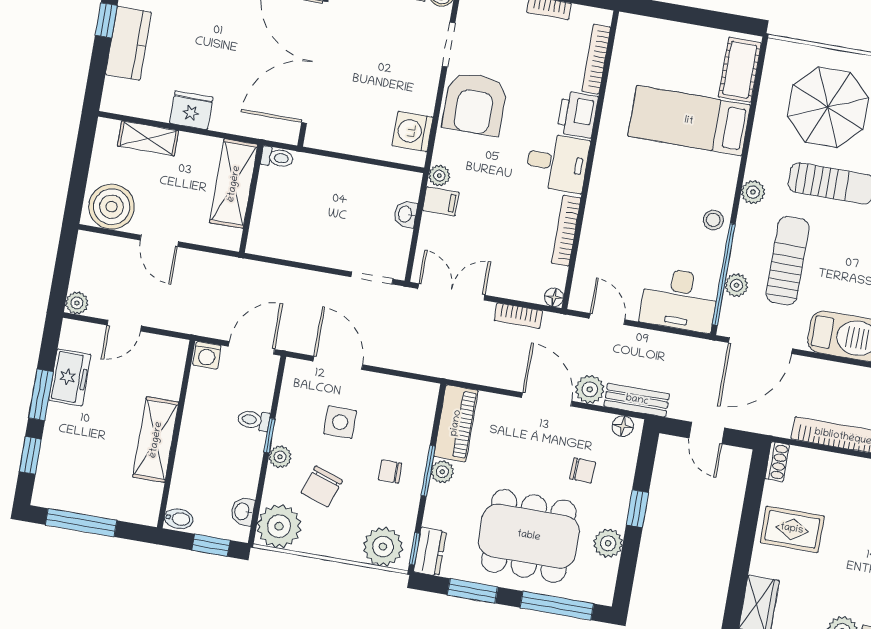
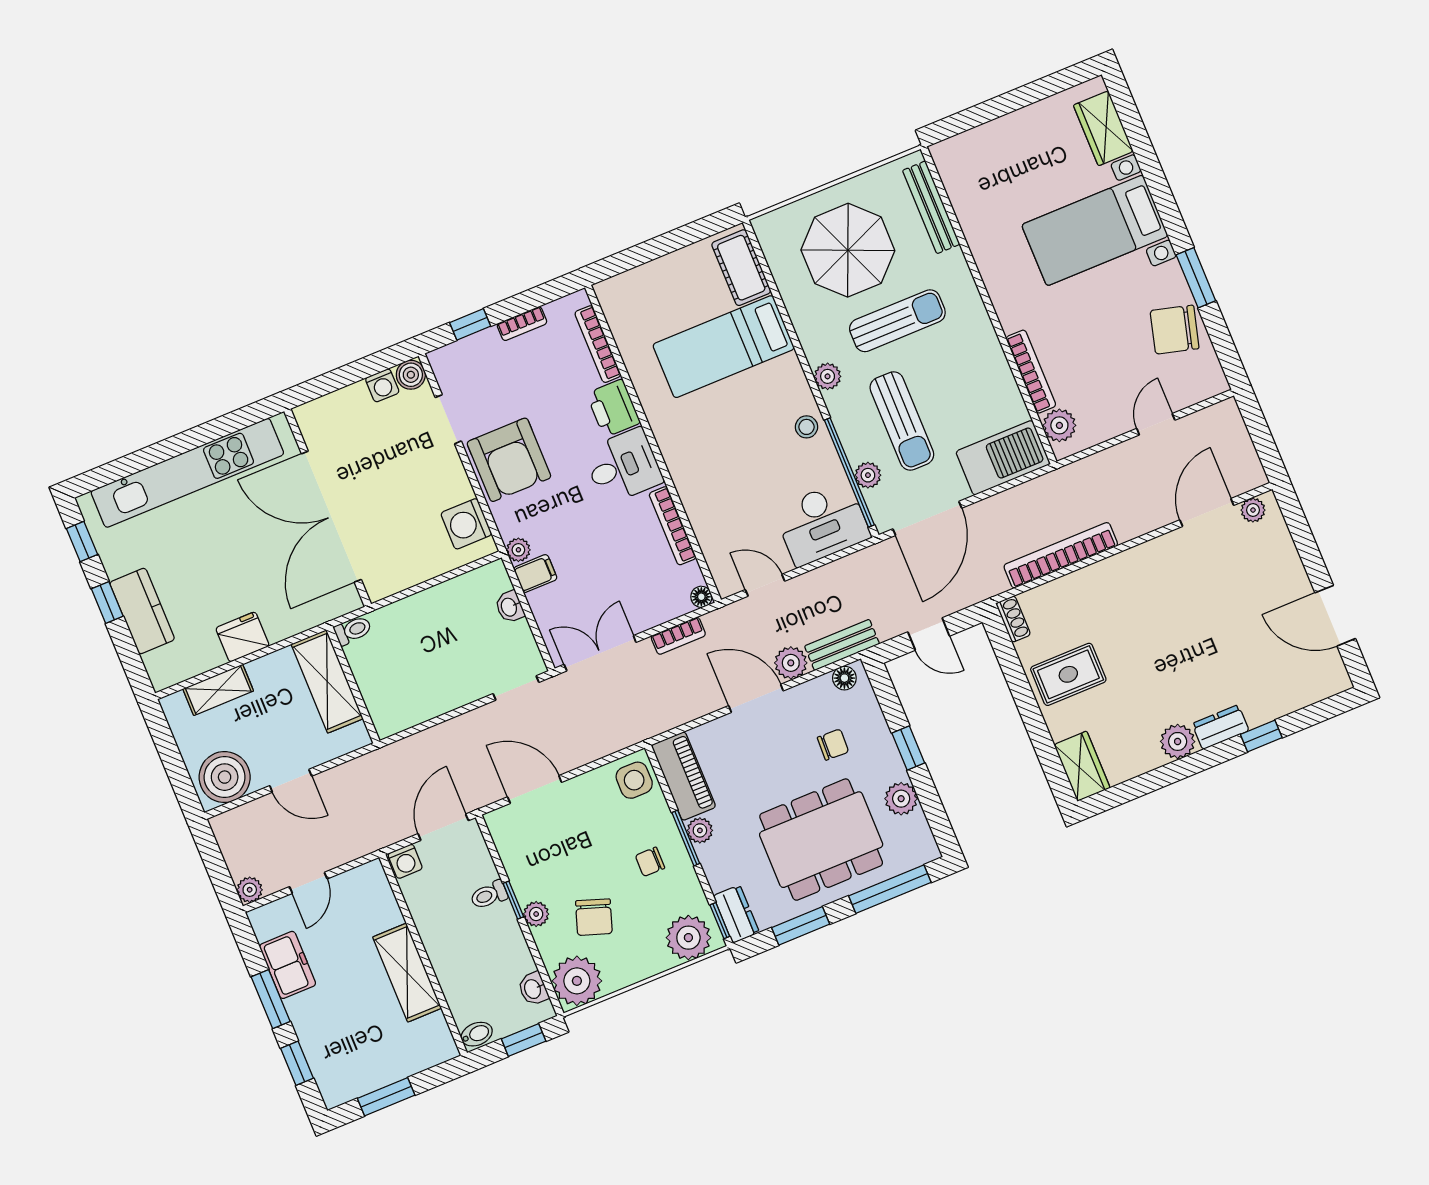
sun lounger: (788, 261) -> (902, 421), turned 180
side table: (340, 422) -> (634, 780), moved
window: (81, 523) -> (386, 1097), width x0.69

